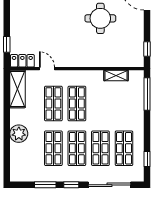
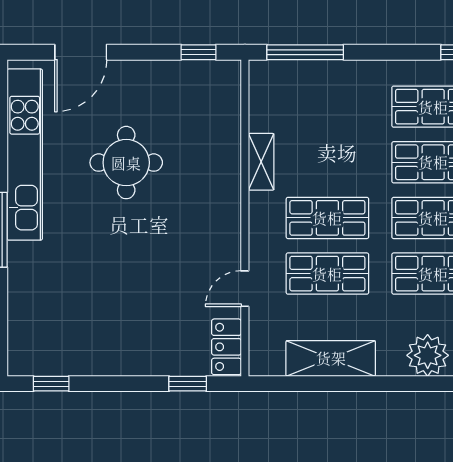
shelving: (116, 75) -> (261, 162), moved
shelving: (17, 89) -> (331, 358), moved
plant: (19, 134) -> (428, 355), moved

